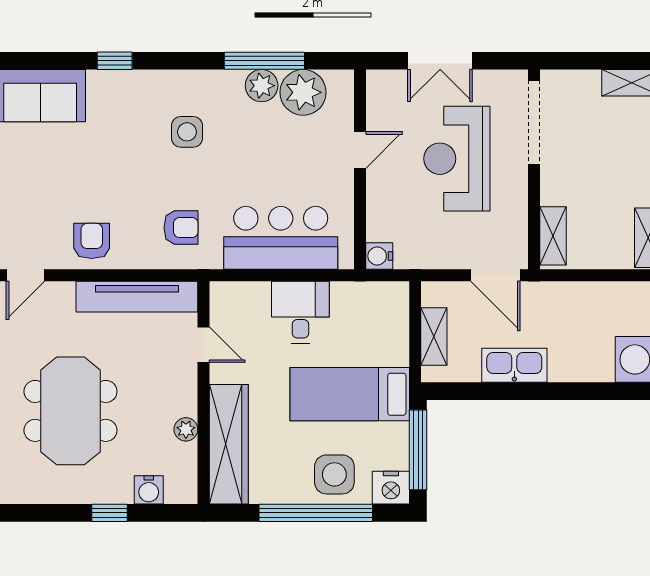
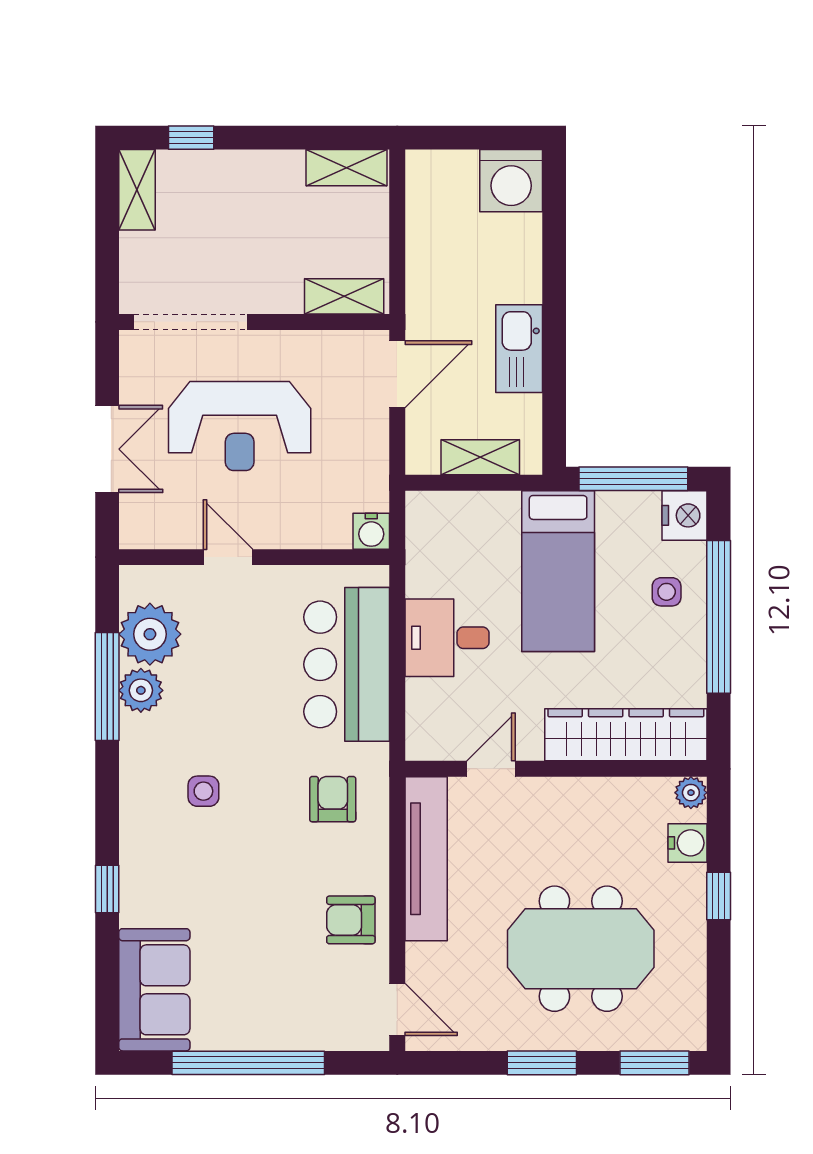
side table: (187, 132) -> (203, 791), width x0.73, depth x0.73
plant: (186, 429) -> (691, 793), moved
side table: (334, 474) -> (667, 592), width x0.54, depth x0.54

